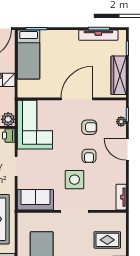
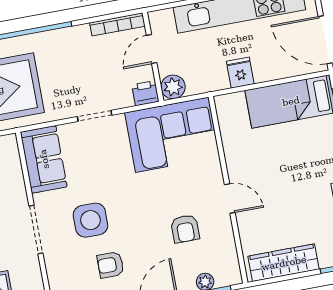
door: (77, 99) -> (230, 199), width x0.53
armchair: (89, 156) -> (110, 265), moved

